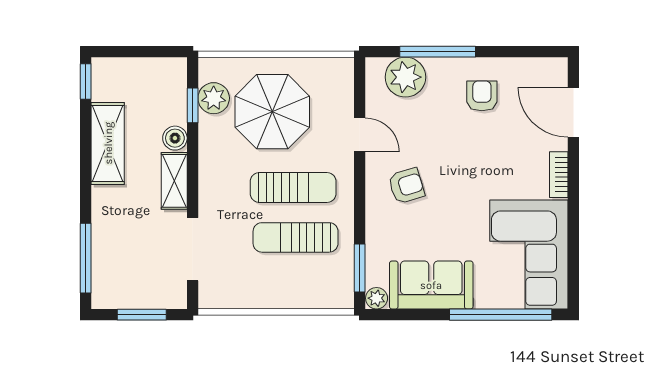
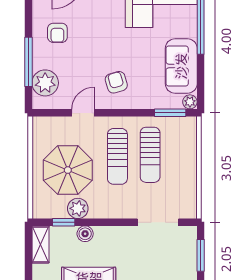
armchair: (482, 96) -> (57, 33), turned -90
plant: (214, 98) -> (78, 208), moved
shelving: (174, 181) -> (40, 244), moved, turned 90
sun lounger: (293, 187) -> (117, 156), turned 180

